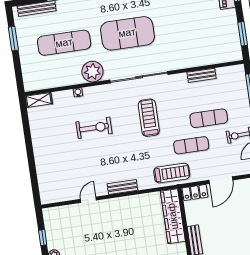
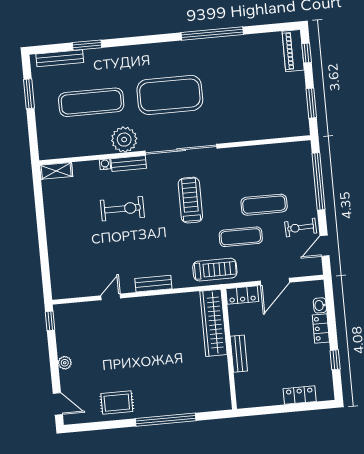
bench: (202, 75) -> (129, 164), moved
window: (43, 238) -> (50, 321), moved

